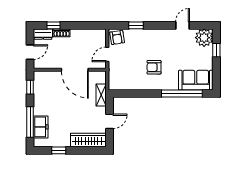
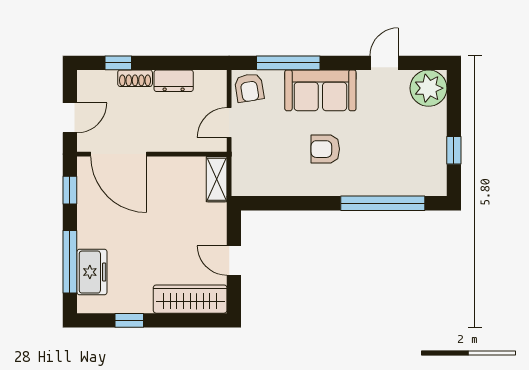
window: (136, 25) -> (288, 63), width x2.17
dresser: (43, 34) -> (174, 81), moved
window: (216, 50) -> (454, 150), moved
door: (75, 70) -> (119, 154), moved
sofa: (196, 80) -> (320, 90), moved, turned 180
shelving: (101, 95) -> (217, 179), moved
door: (110, 121) -> (234, 261), swing flipped

